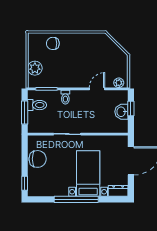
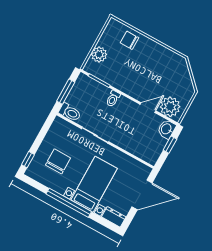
plant: (119, 83) -> (170, 107), width x1.88, depth x1.88
toilet: (37, 105) -> (70, 112), moved
washbasin: (121, 112) -> (167, 129), moved
chair: (38, 159) -> (58, 161), moved, turned -90

